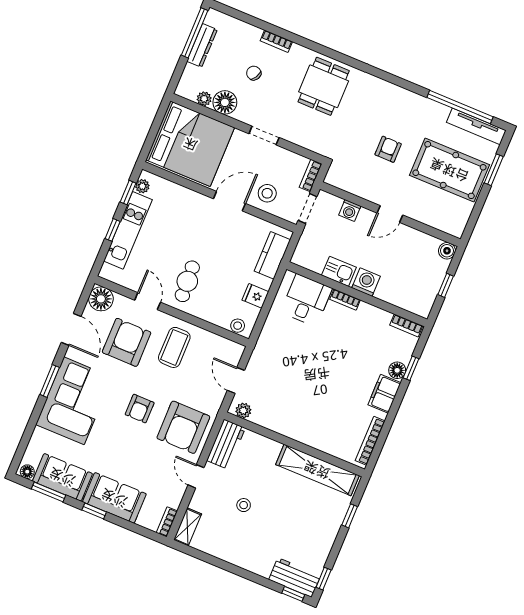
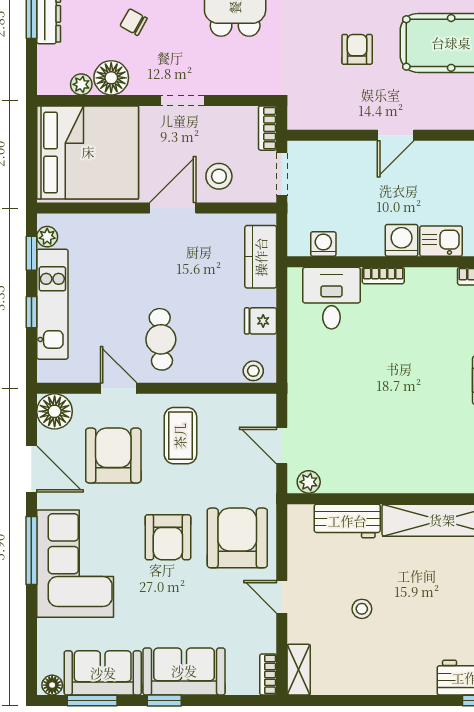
washing machine: (350, 211) -> (323, 244), moved, turned 180
kitchen sink: (339, 271) -> (441, 241), moved
window: (50, 381) -> (31, 550), width x1.44
armchair: (140, 409) -> (168, 537), width x1.38, depth x1.38
armchair: (183, 427) -> (237, 538), turned 180
workbench: (226, 444) -> (347, 521), moved, turned 90

